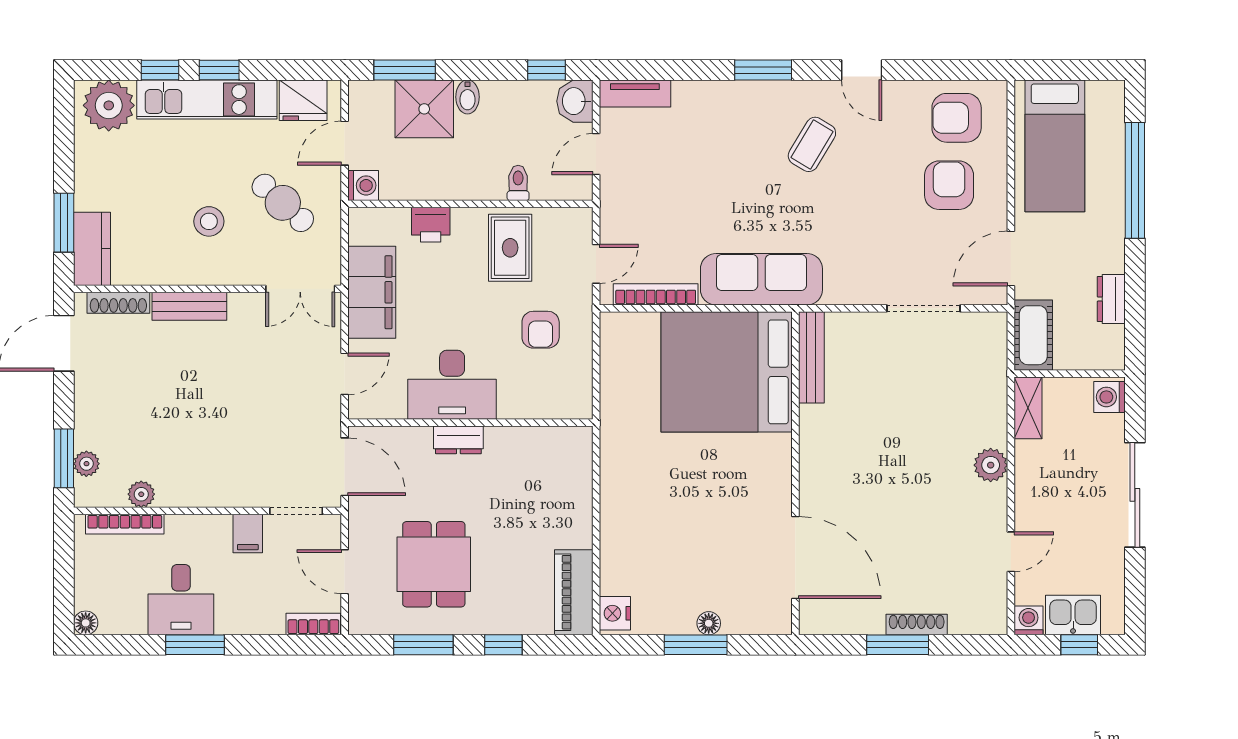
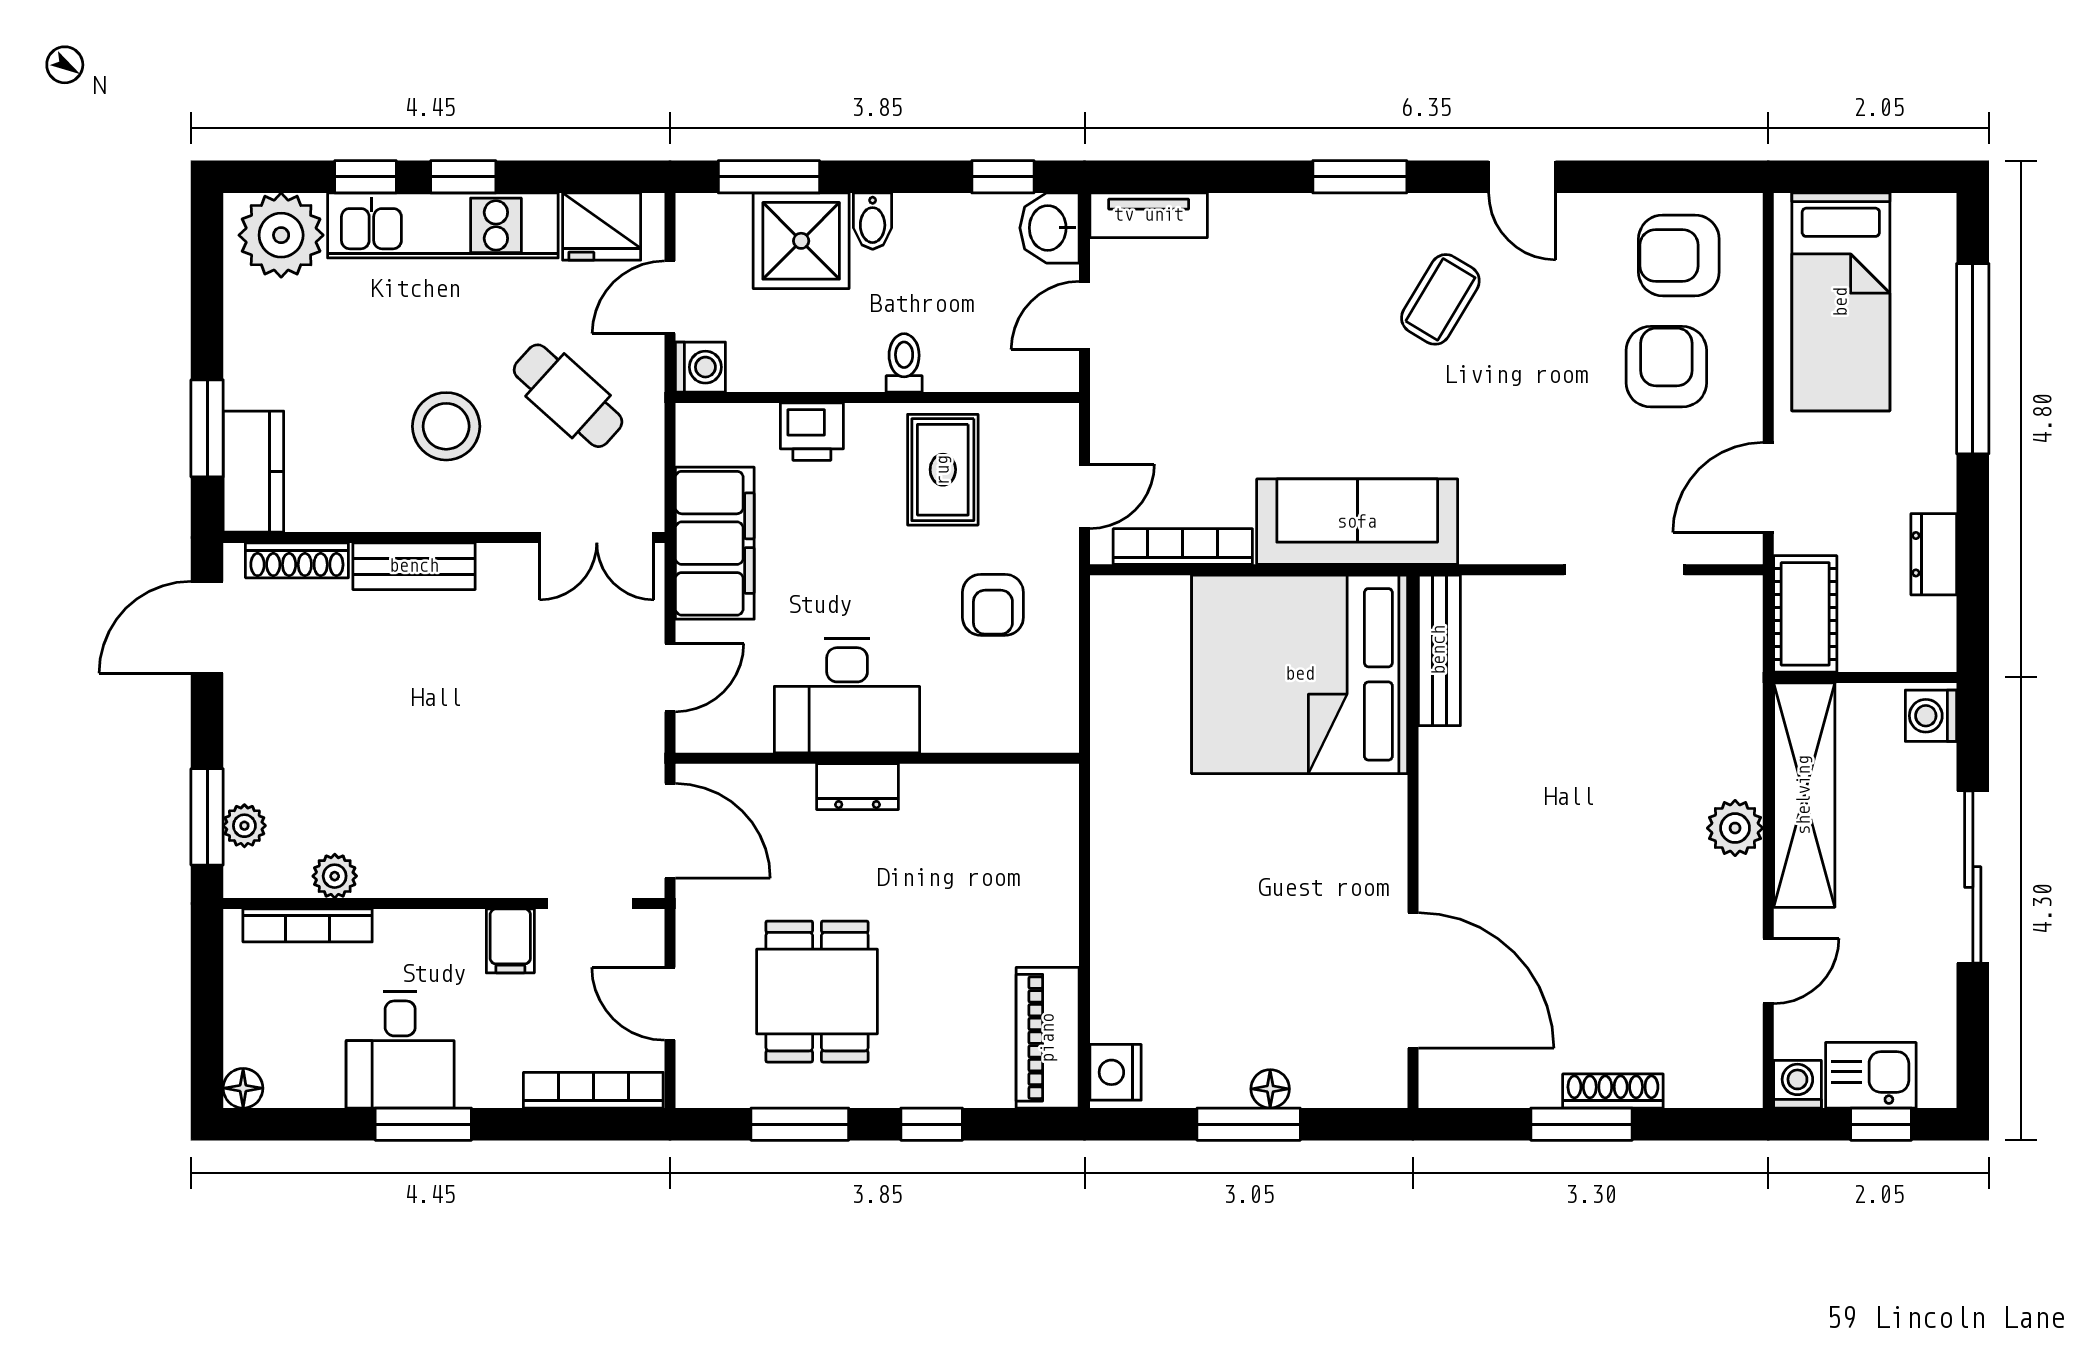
toilet: (518, 183) -> (904, 363), moved
stool: (209, 221) -> (446, 426), width x1.38, depth x1.38
shelving: (1028, 408) -> (1804, 795), width x2.20, depth x1.33
bookcase: (313, 624) -> (593, 1090), width x1.56

